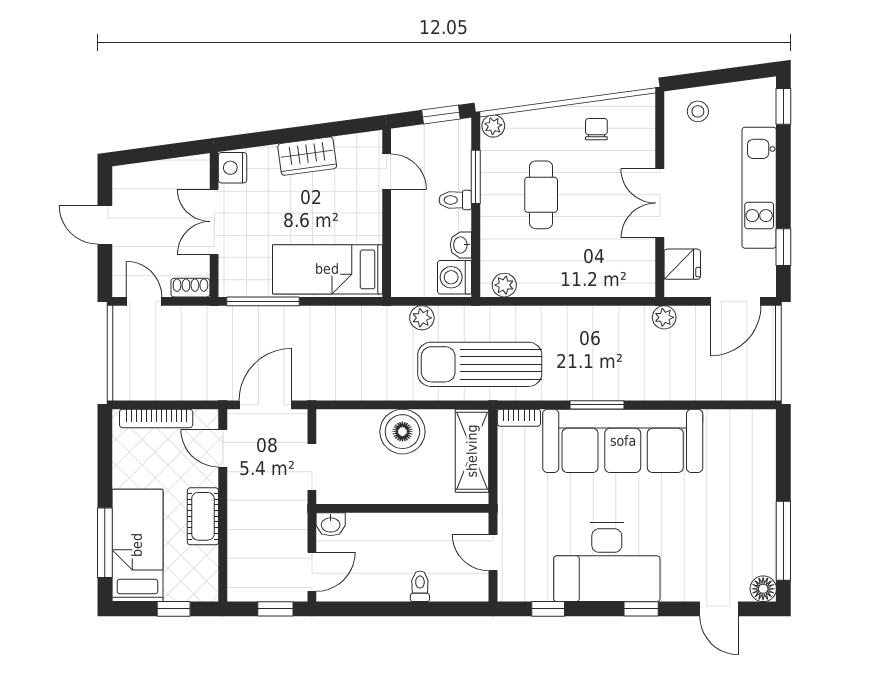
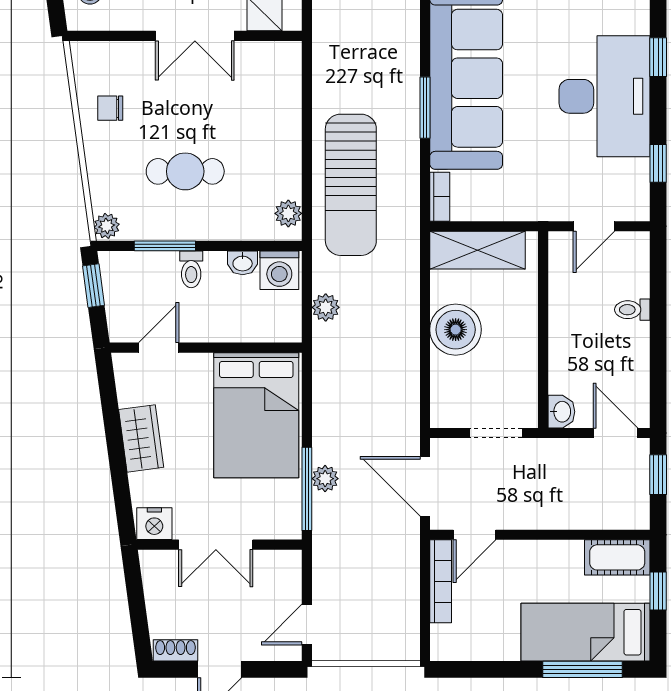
bed: (327, 269) -> (256, 415), width x1.50
shoe rack: (190, 288) -> (175, 650), moved, turned 90
plant: (664, 317) -> (325, 479), moved
sun lounger: (480, 364) -> (351, 185), moved
bookcase: (156, 418) -> (441, 581), moved
cot: (203, 516) -> (617, 557), moved

